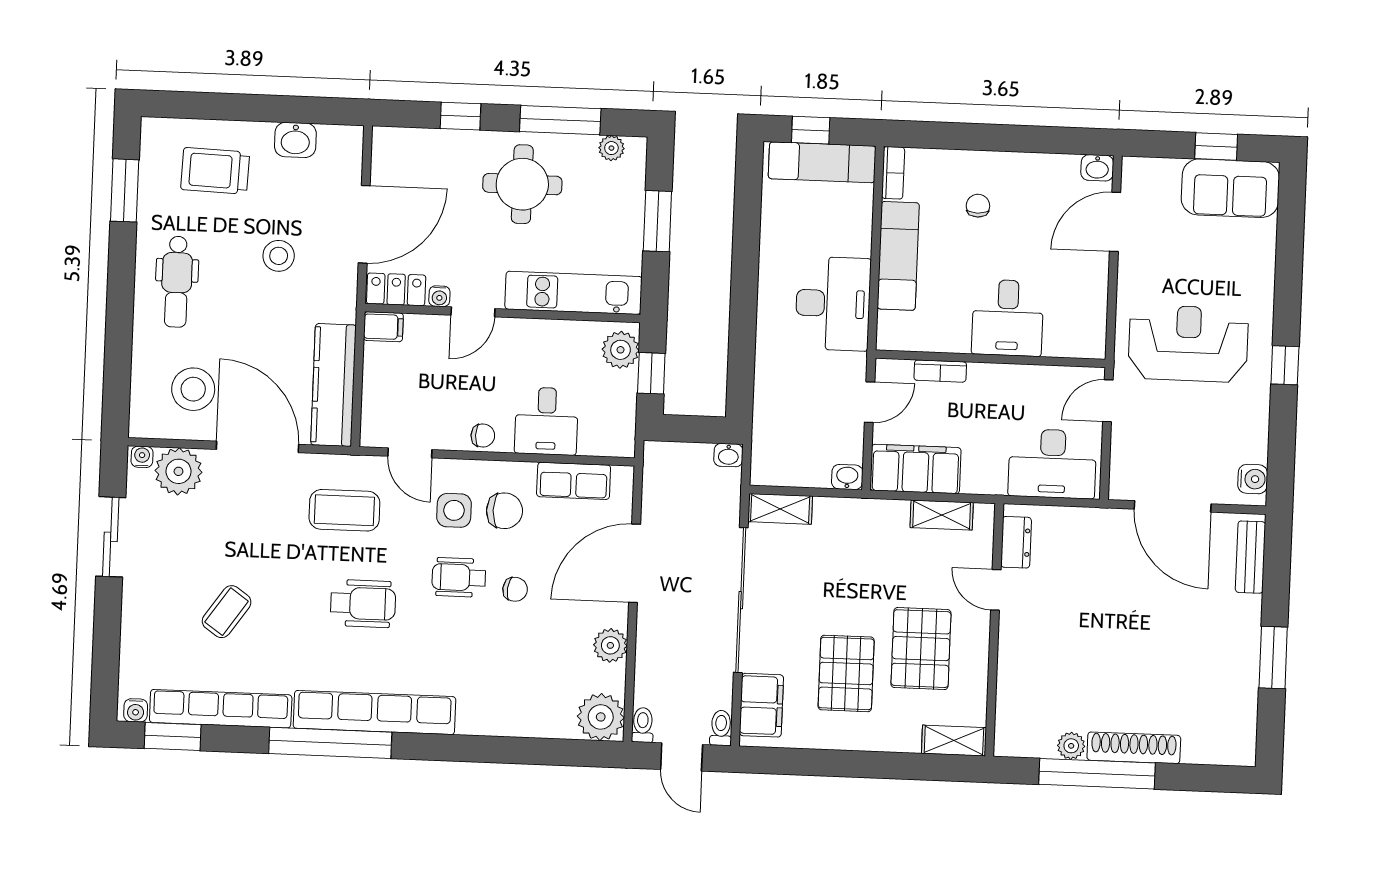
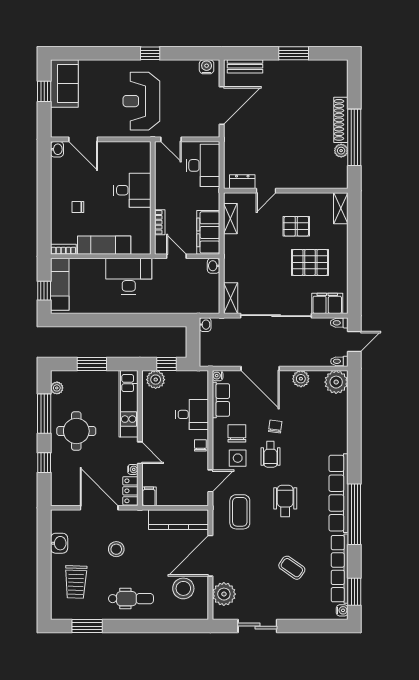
water cooler: (142, 457) -> (218, 376), moved
pallet: (921, 649) -> (296, 226), width x0.67, depth x0.71

